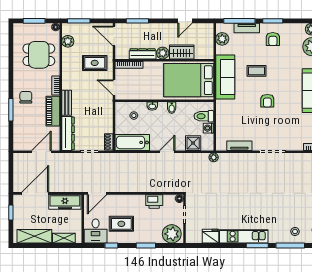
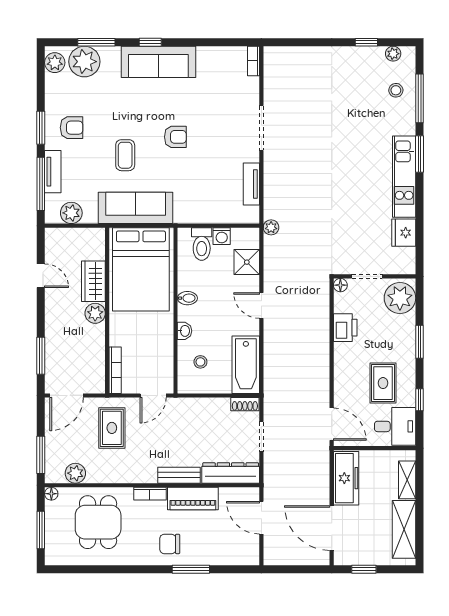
dresser: (143, 54) -> (97, 347), removed

